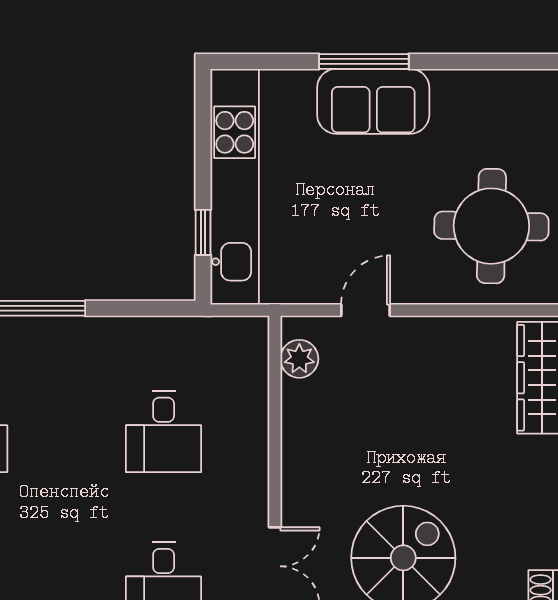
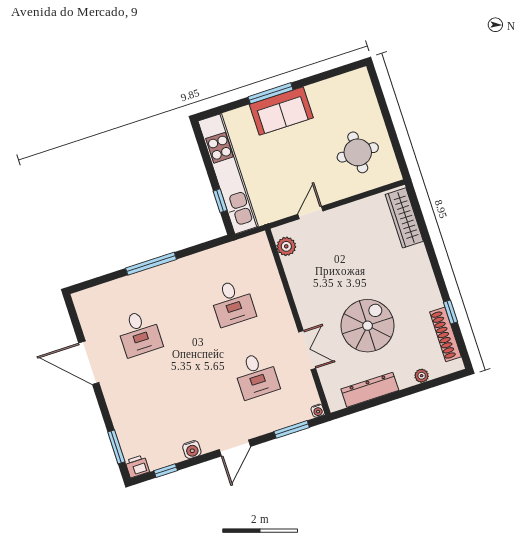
round table: (491, 226) -> (358, 152), width x0.73, depth x0.73

